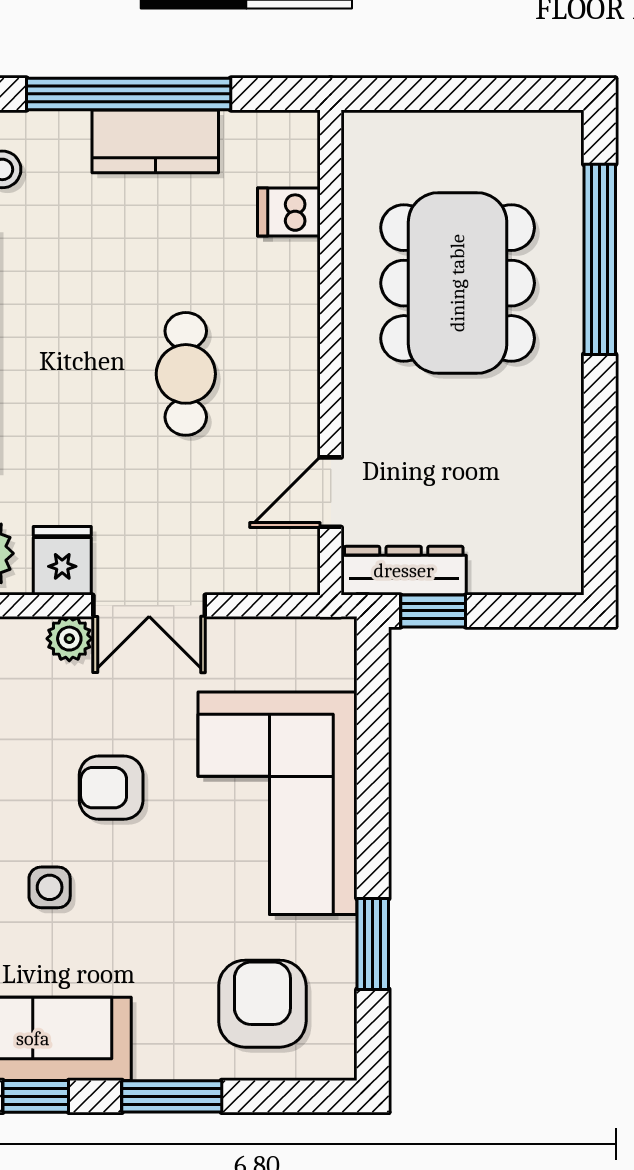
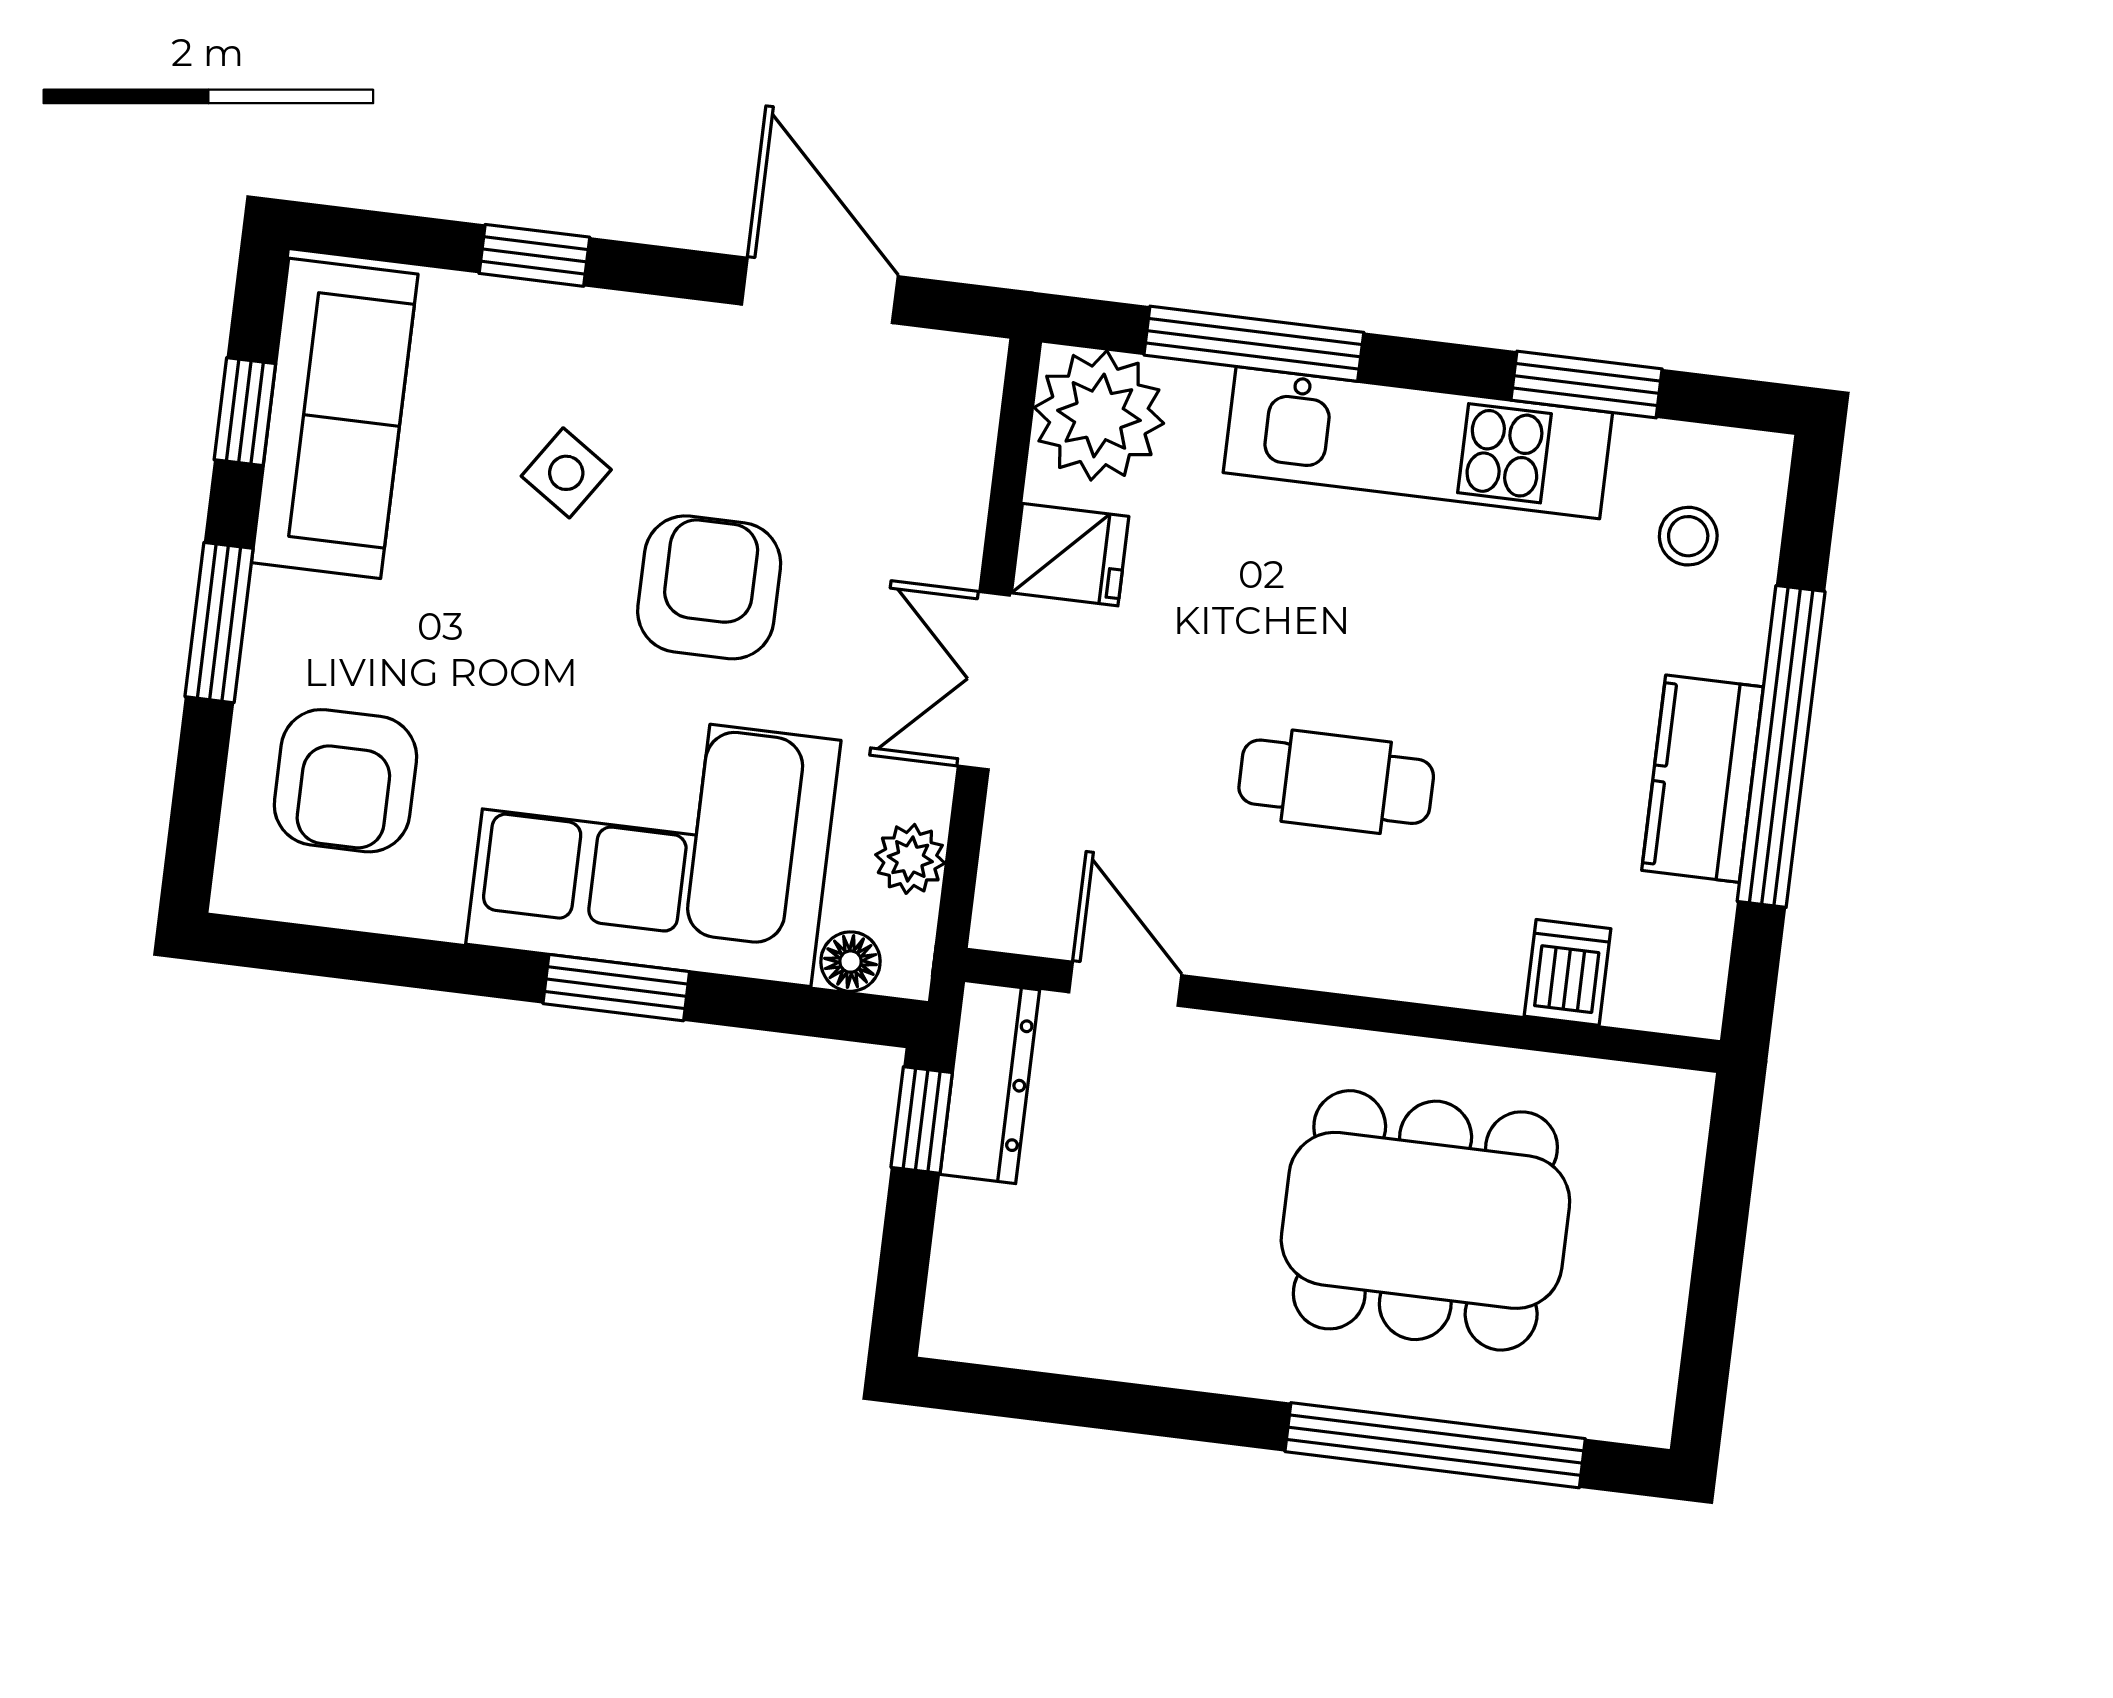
plant: (69, 639) -> (910, 859), moved
floor lamp: (338, 669) -> (851, 962), added
armchair: (111, 788) -> (709, 587), width x1.38, depth x1.38
side table: (50, 887) -> (566, 473), turned 34
window: (373, 944) -> (616, 988), moved
armchair: (262, 1004) -> (345, 781), turned 90

